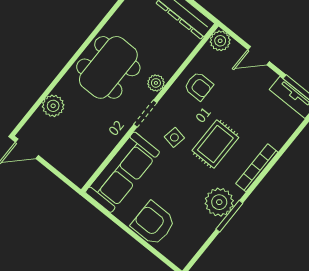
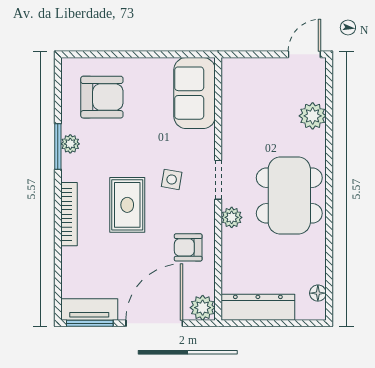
door: (259, 56) -> (154, 323), width x1.87
sofa: (122, 172) -> (195, 93), width x0.73
plant: (219, 202) -> (70, 144), width x0.53, depth x0.53
armchair: (153, 223) -> (102, 97), moved

